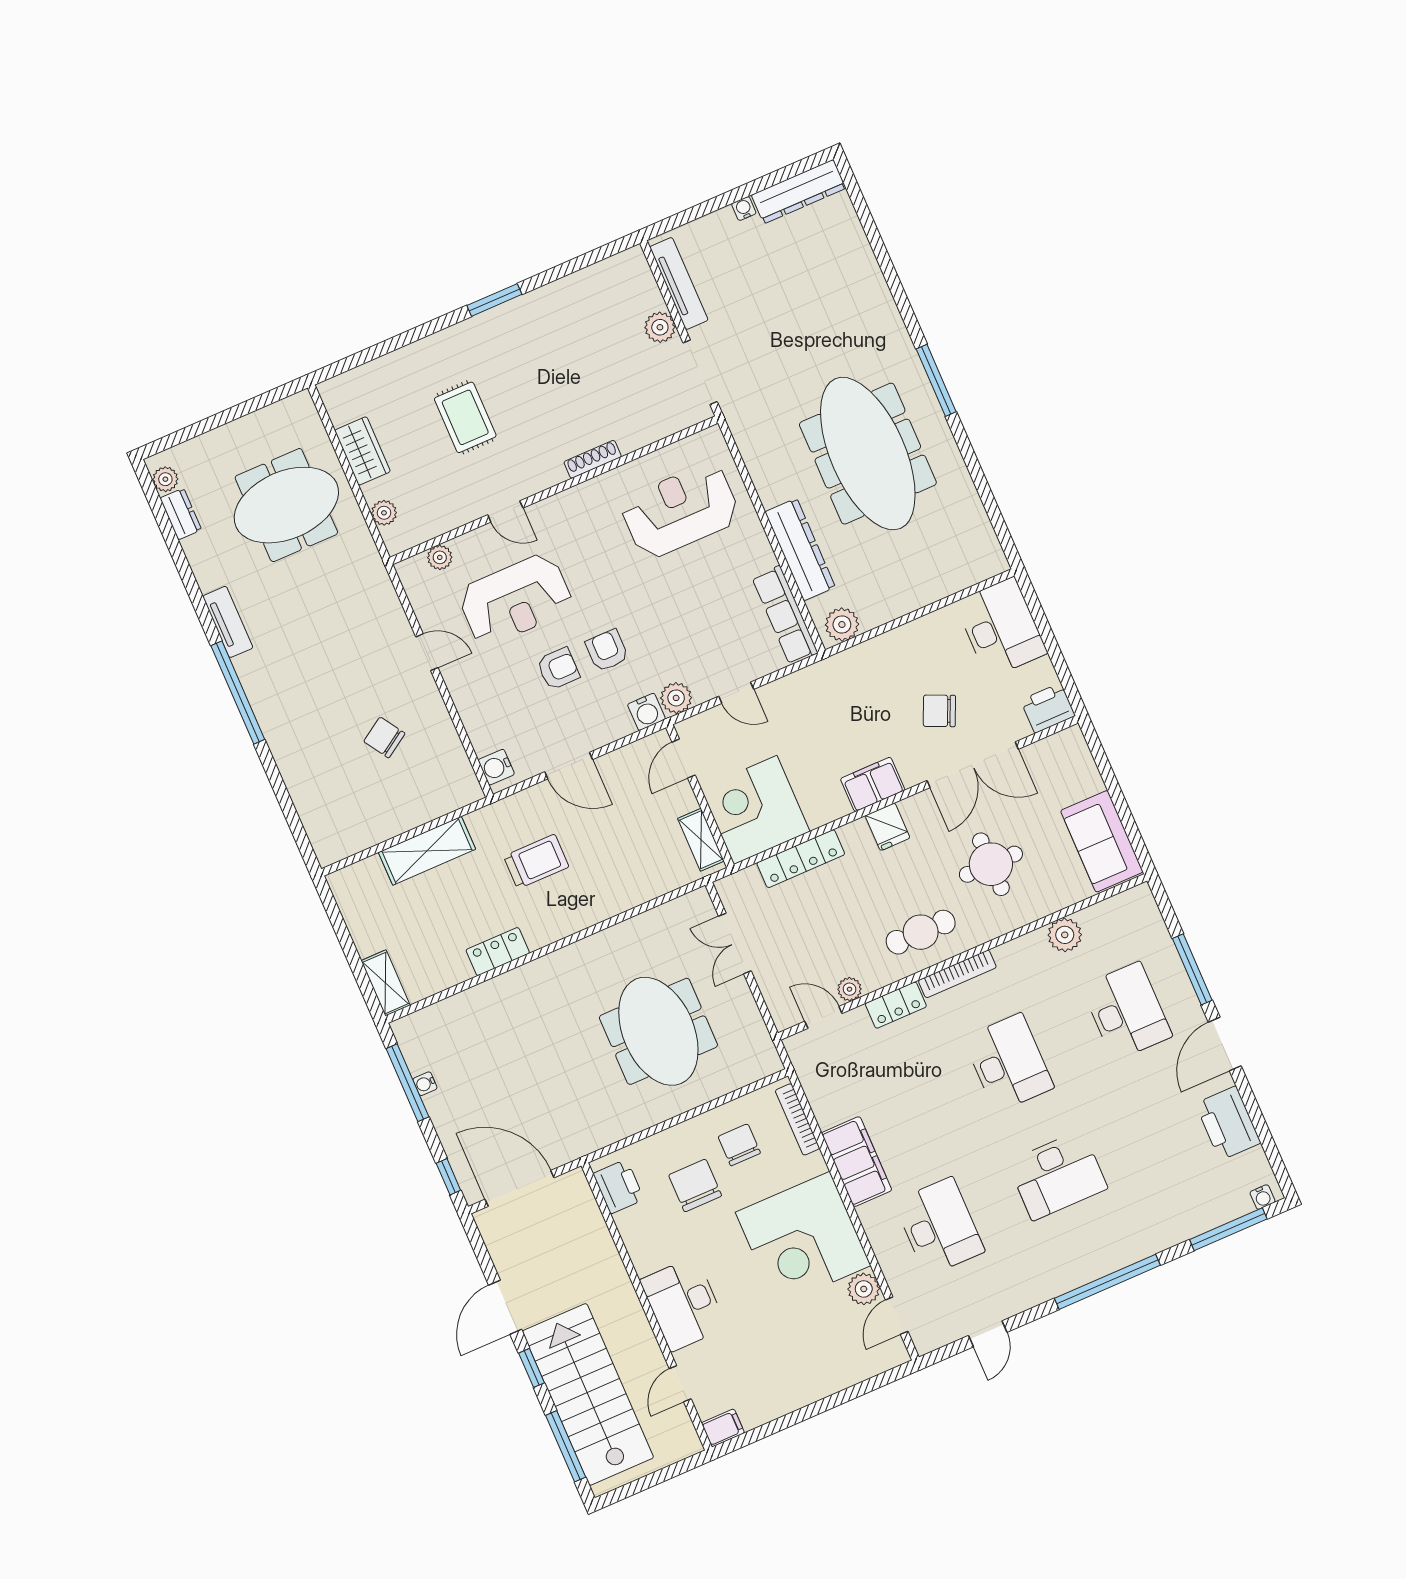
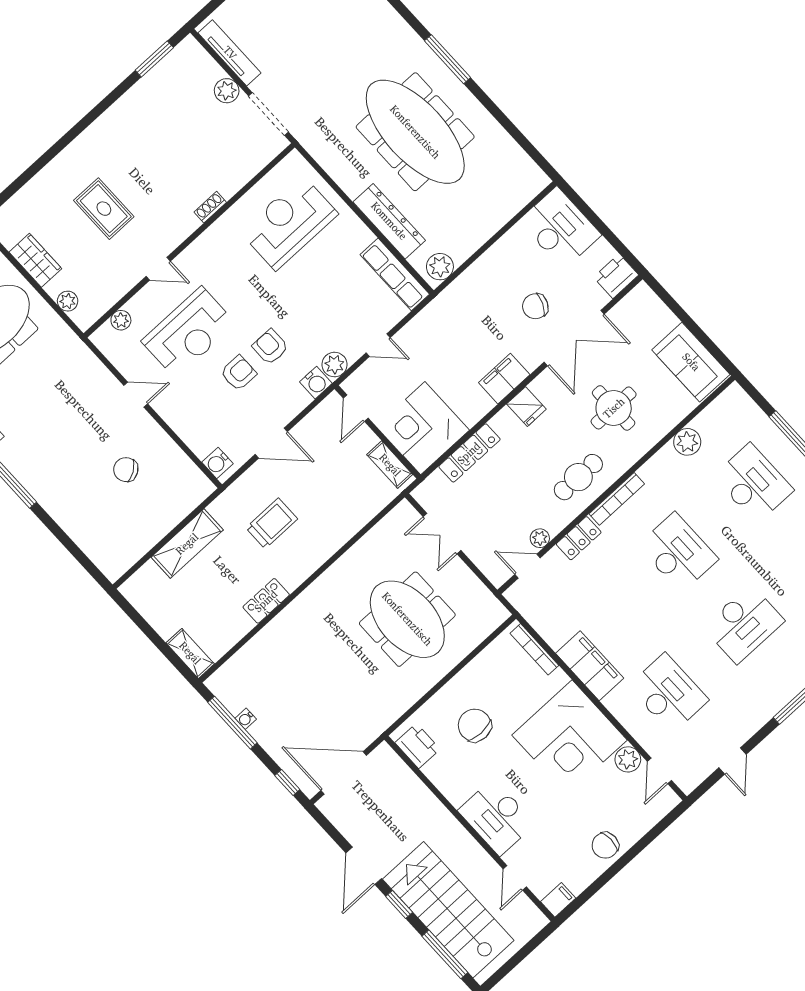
window: (494, 300) -> (154, 59), moved
shoe rack: (593, 459) -> (210, 207), width x0.70
chair: (739, 1145) -> (605, 845), moved, turned -90

